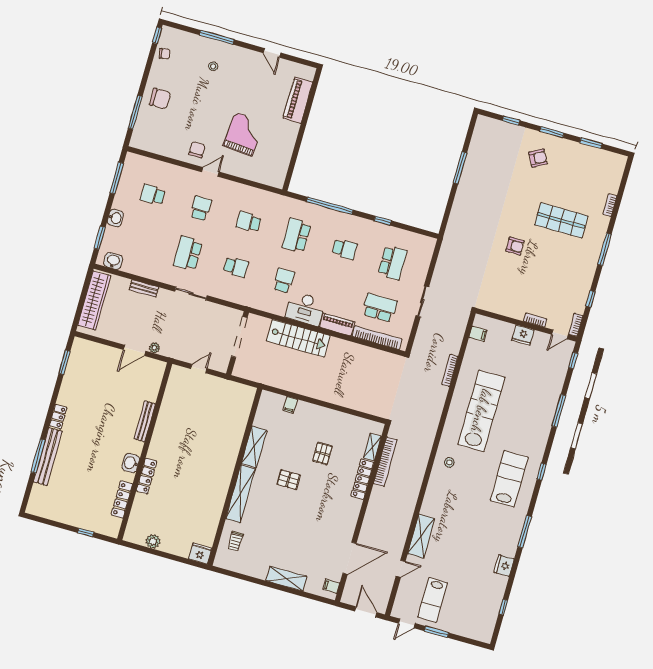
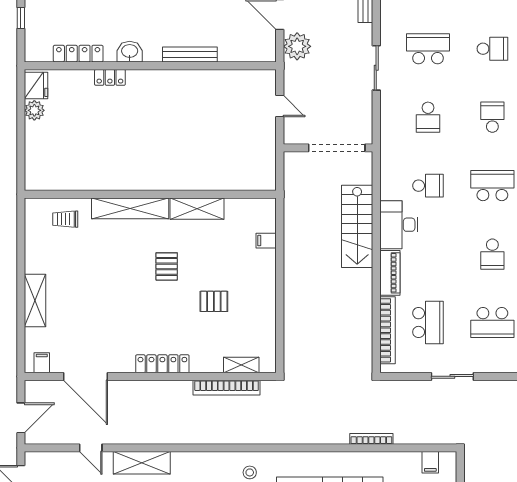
plant: (154, 348) -> (297, 46), width x1.87, depth x1.87
locker: (147, 476) -> (110, 77), width x0.66
locker: (362, 479) -> (162, 364), moved
fridge: (200, 553) -> (36, 85), moved

